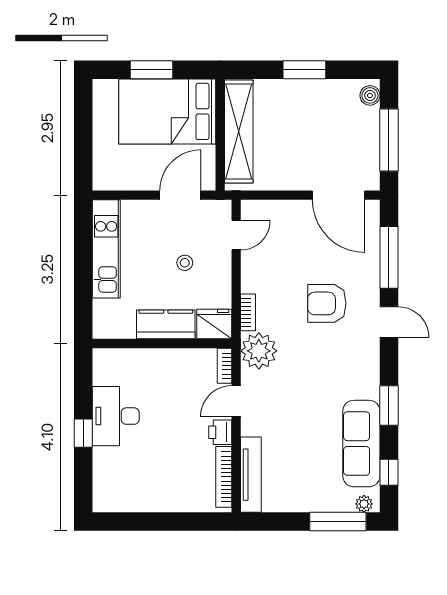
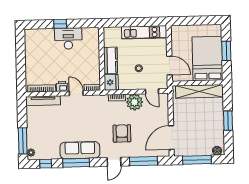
plant: (259, 351) -> (135, 102), moved
window: (389, 405) -> (76, 163), width x1.44
sofa: (361, 444) -> (80, 150), moved

